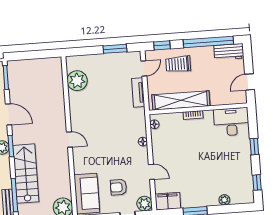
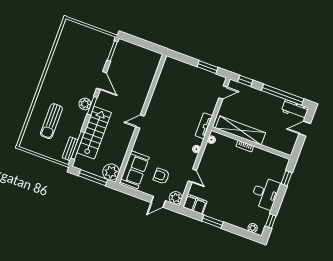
trolley: (178, 64) -> (251, 101), removed
plant: (77, 81) -> (167, 78), removed
door: (250, 82) -> (305, 129), moved
tv unit: (138, 93) -> (204, 126), moved
desk: (231, 122) -> (265, 193), moved, turned 90
door: (69, 139) -> (140, 121), swing flipped
window: (254, 147) -> (286, 178), moved
plant: (224, 200) -> (253, 228), moved

